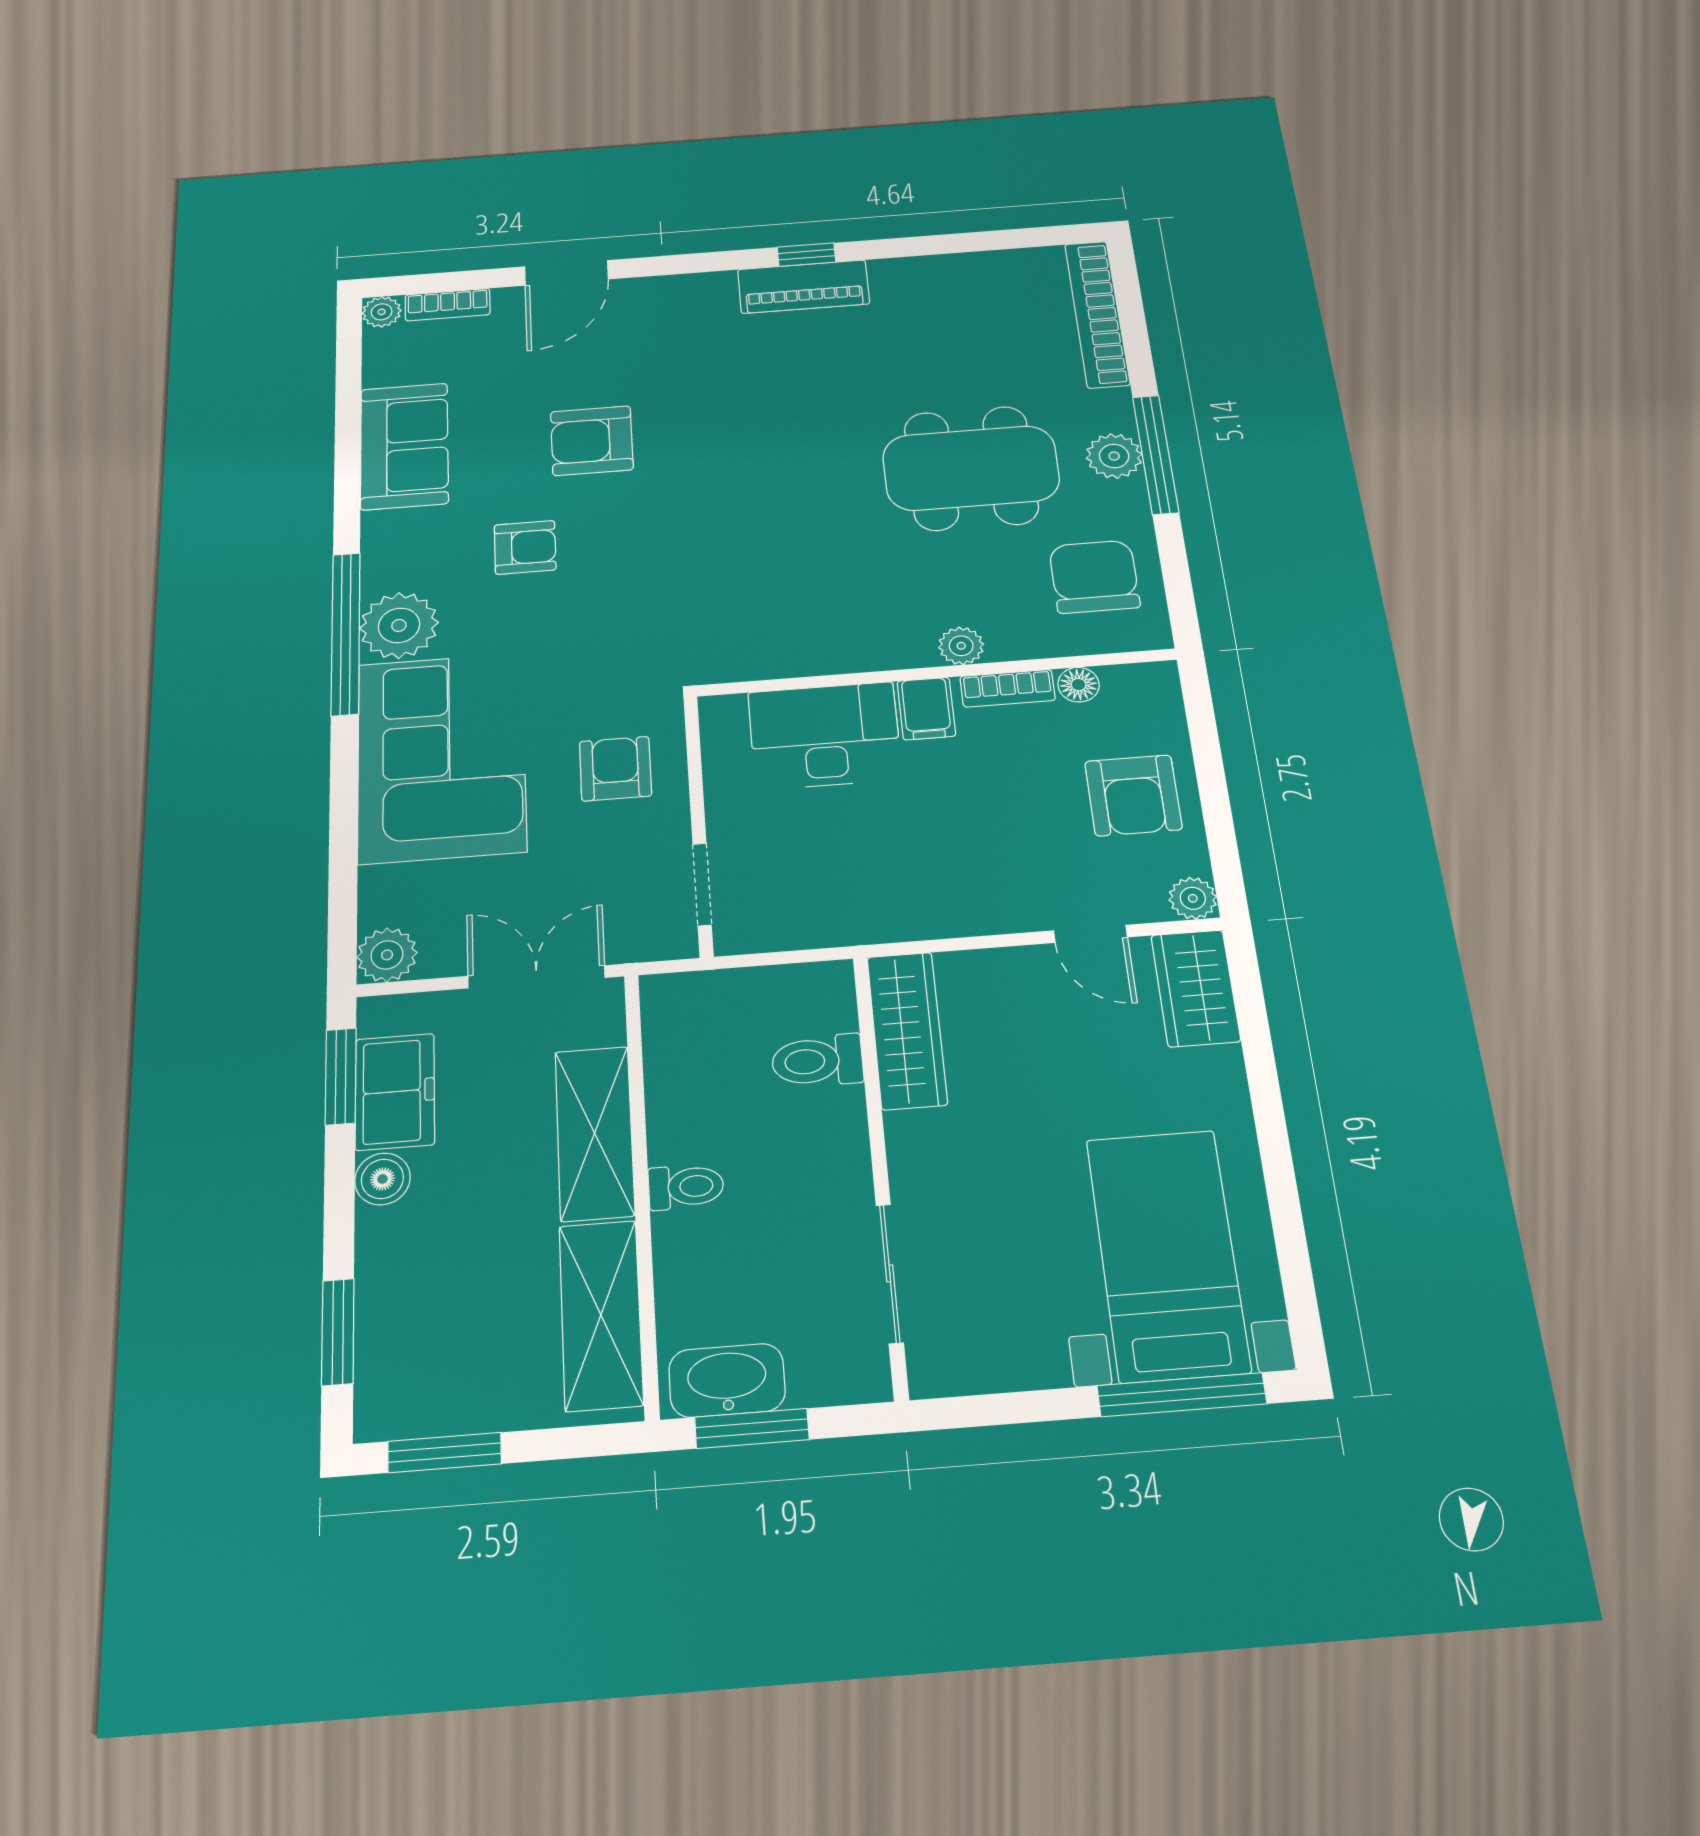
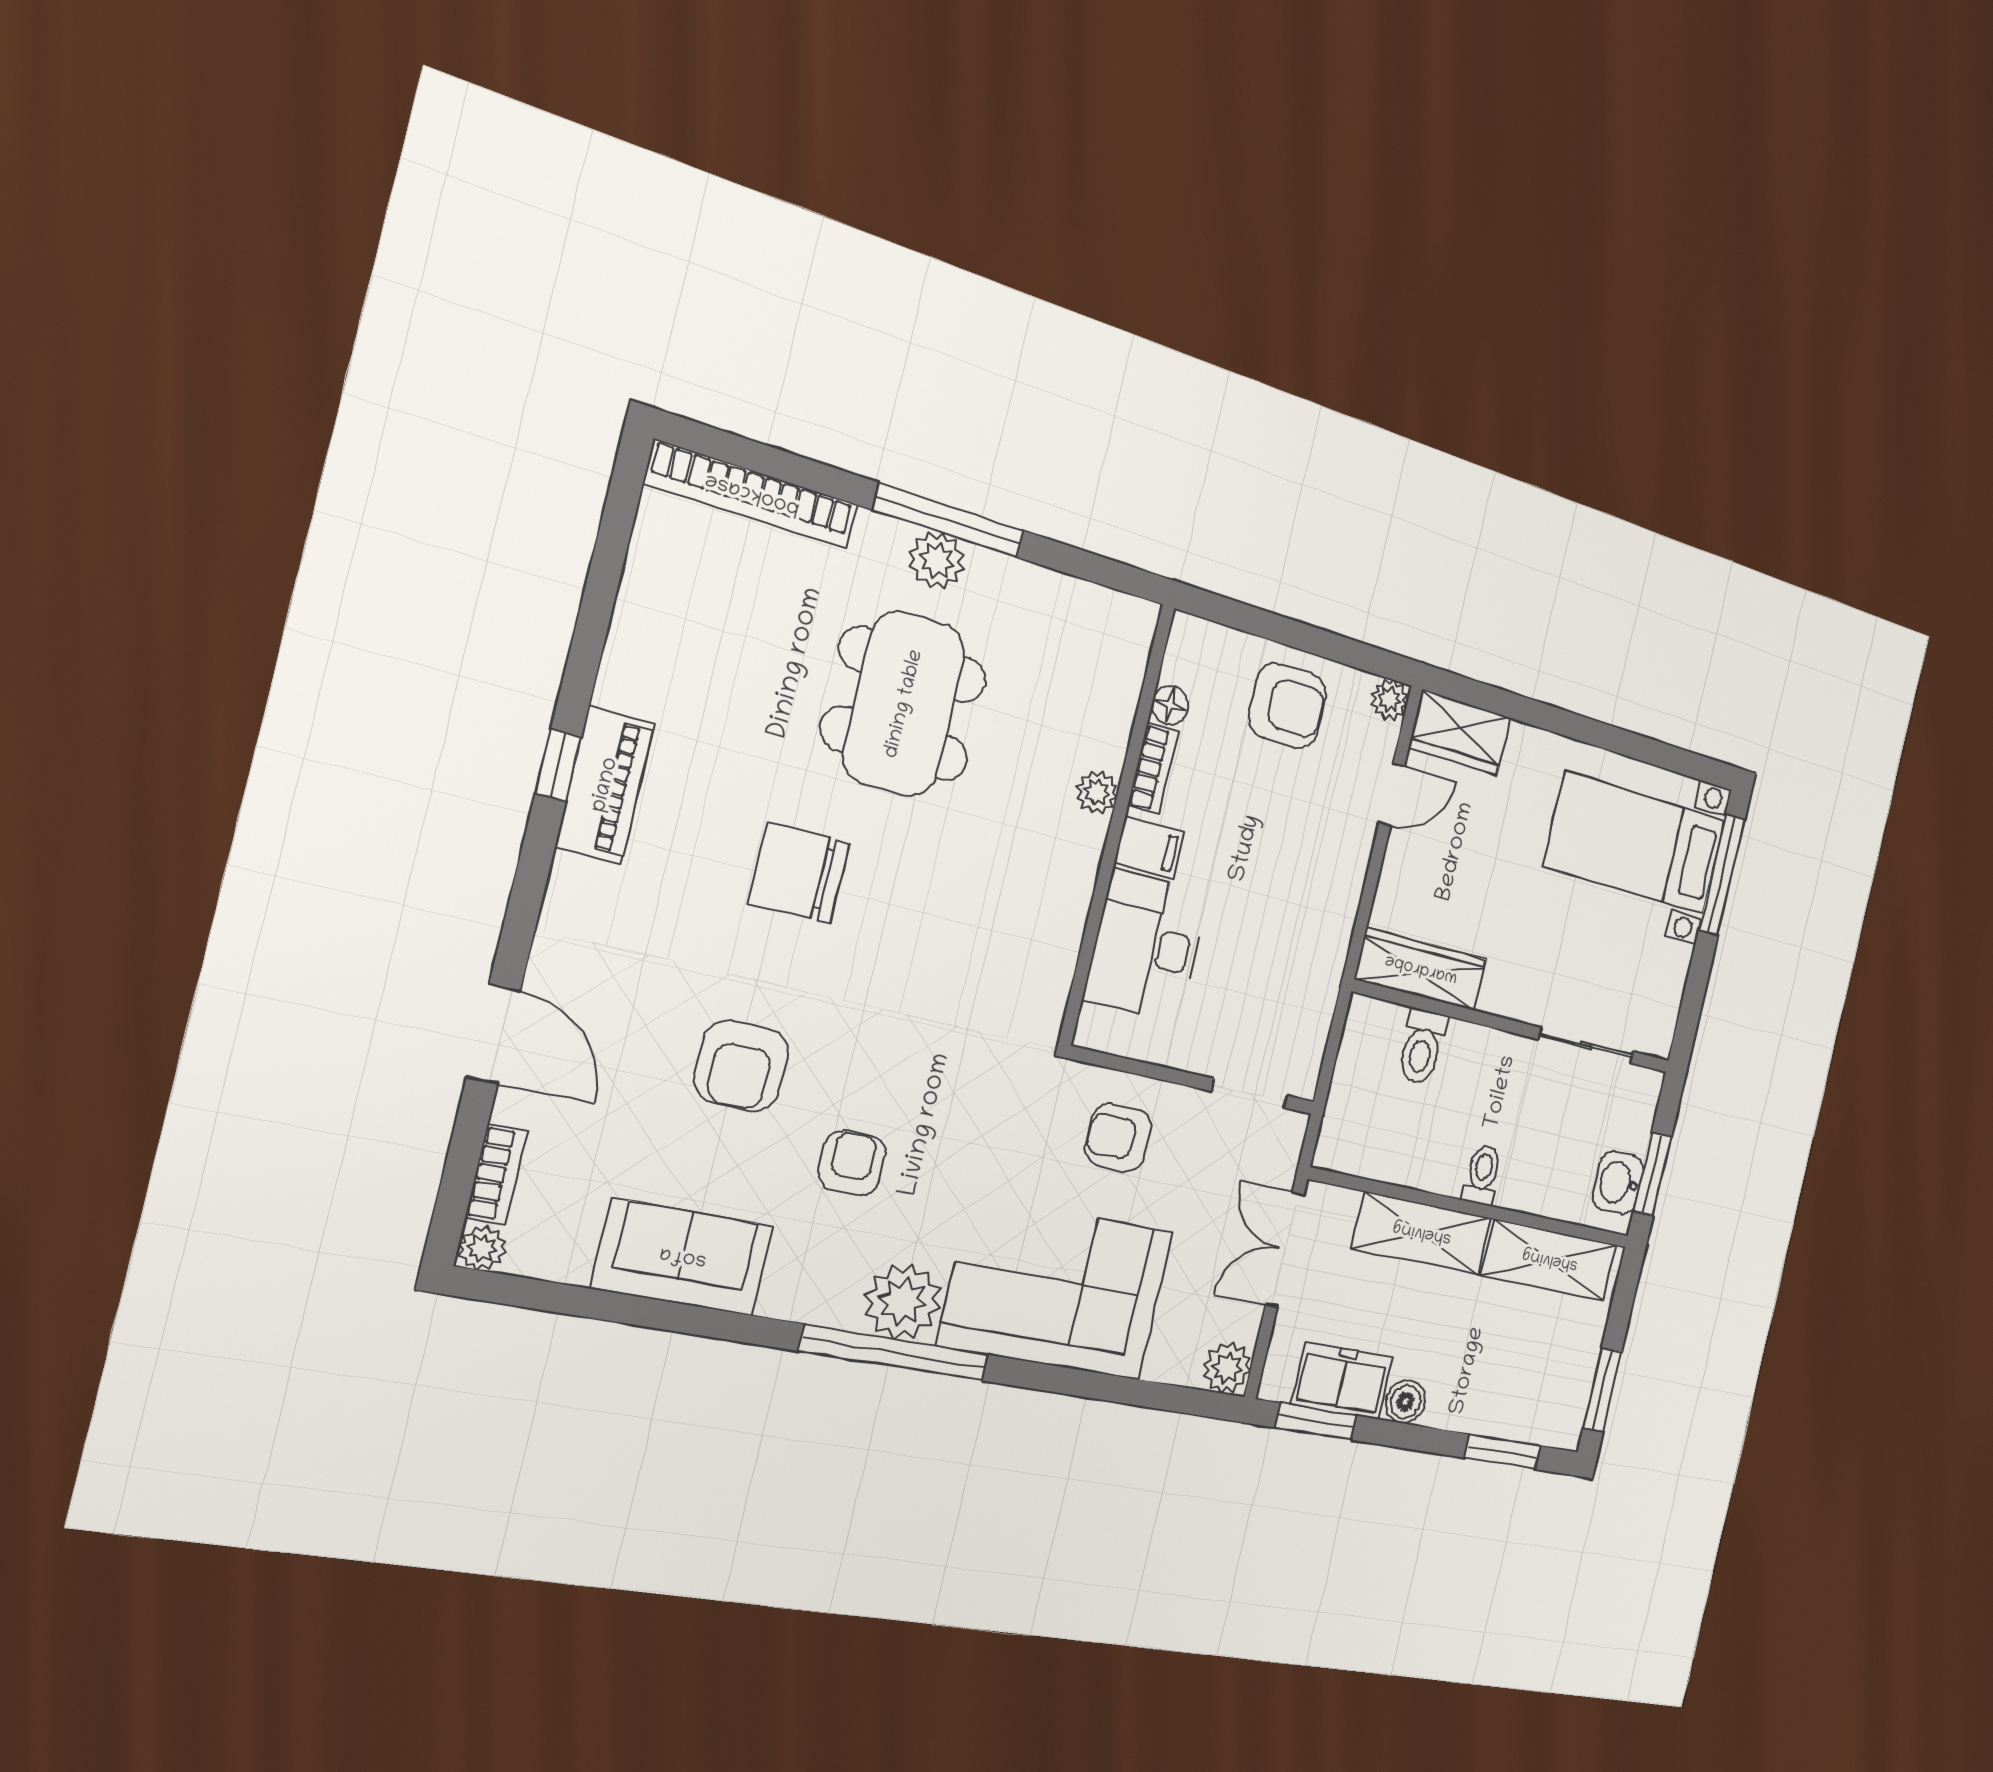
chair: (1094, 577) -> (799, 873), moved
washbasin: (727, 1380) -> (1618, 1183), width x0.72

